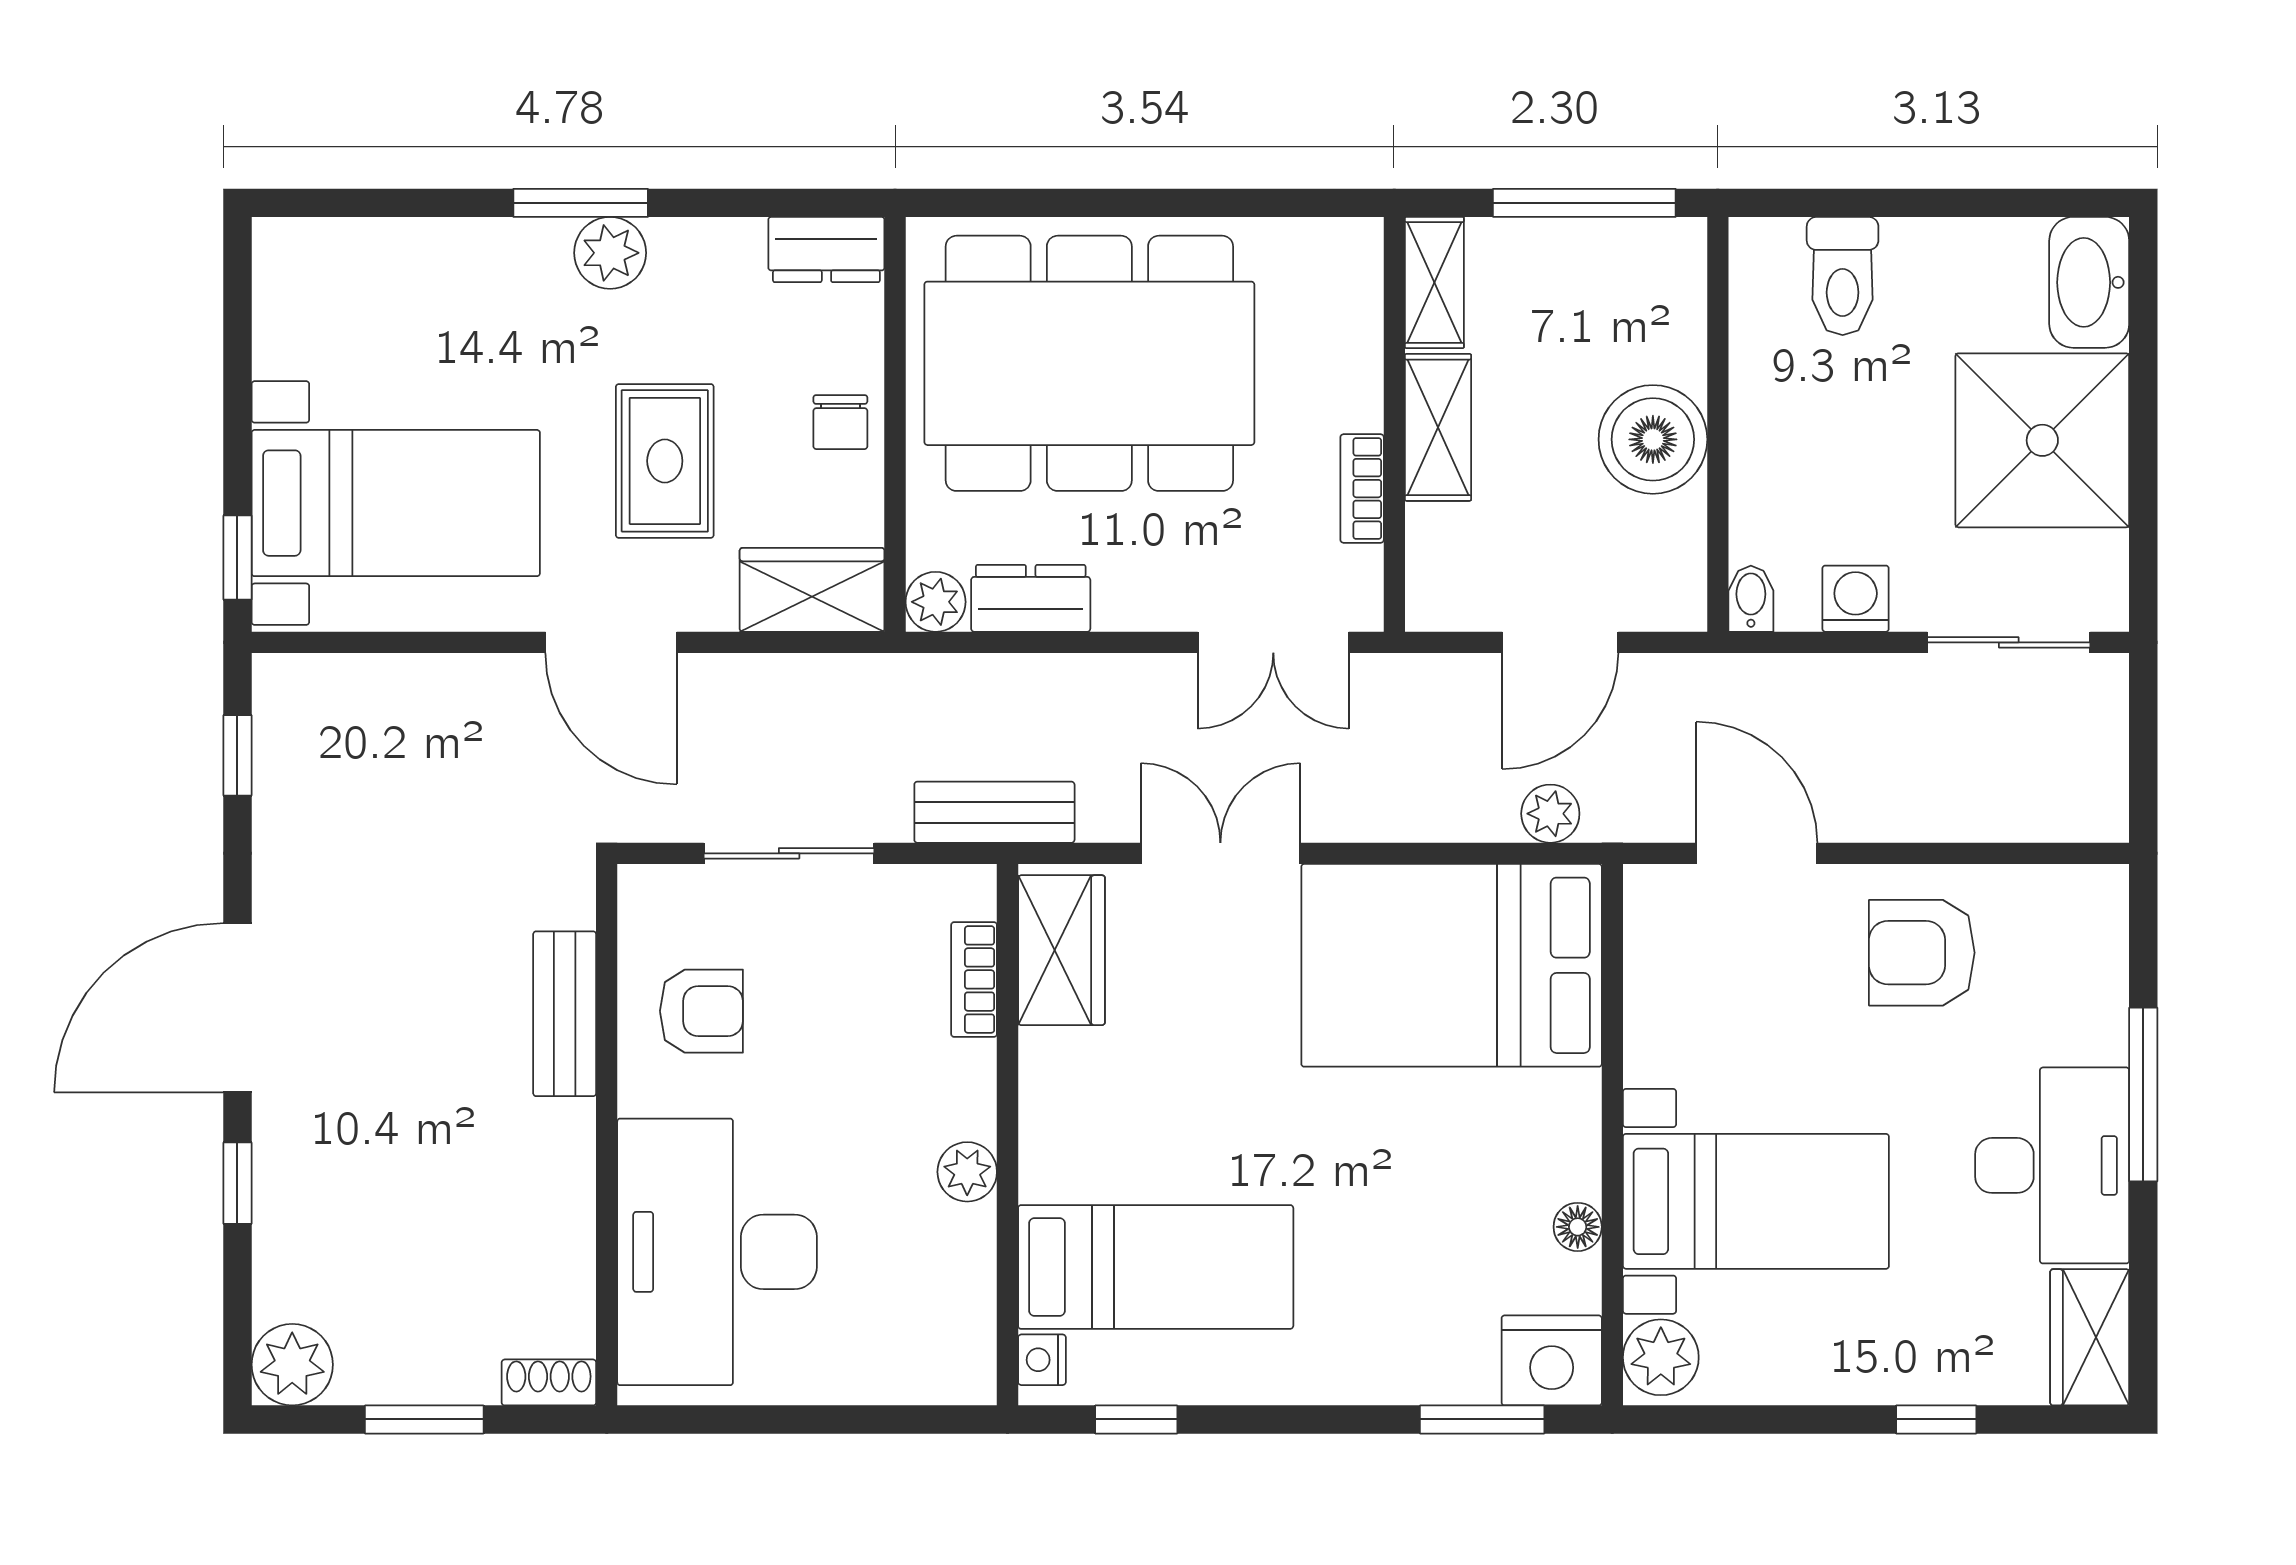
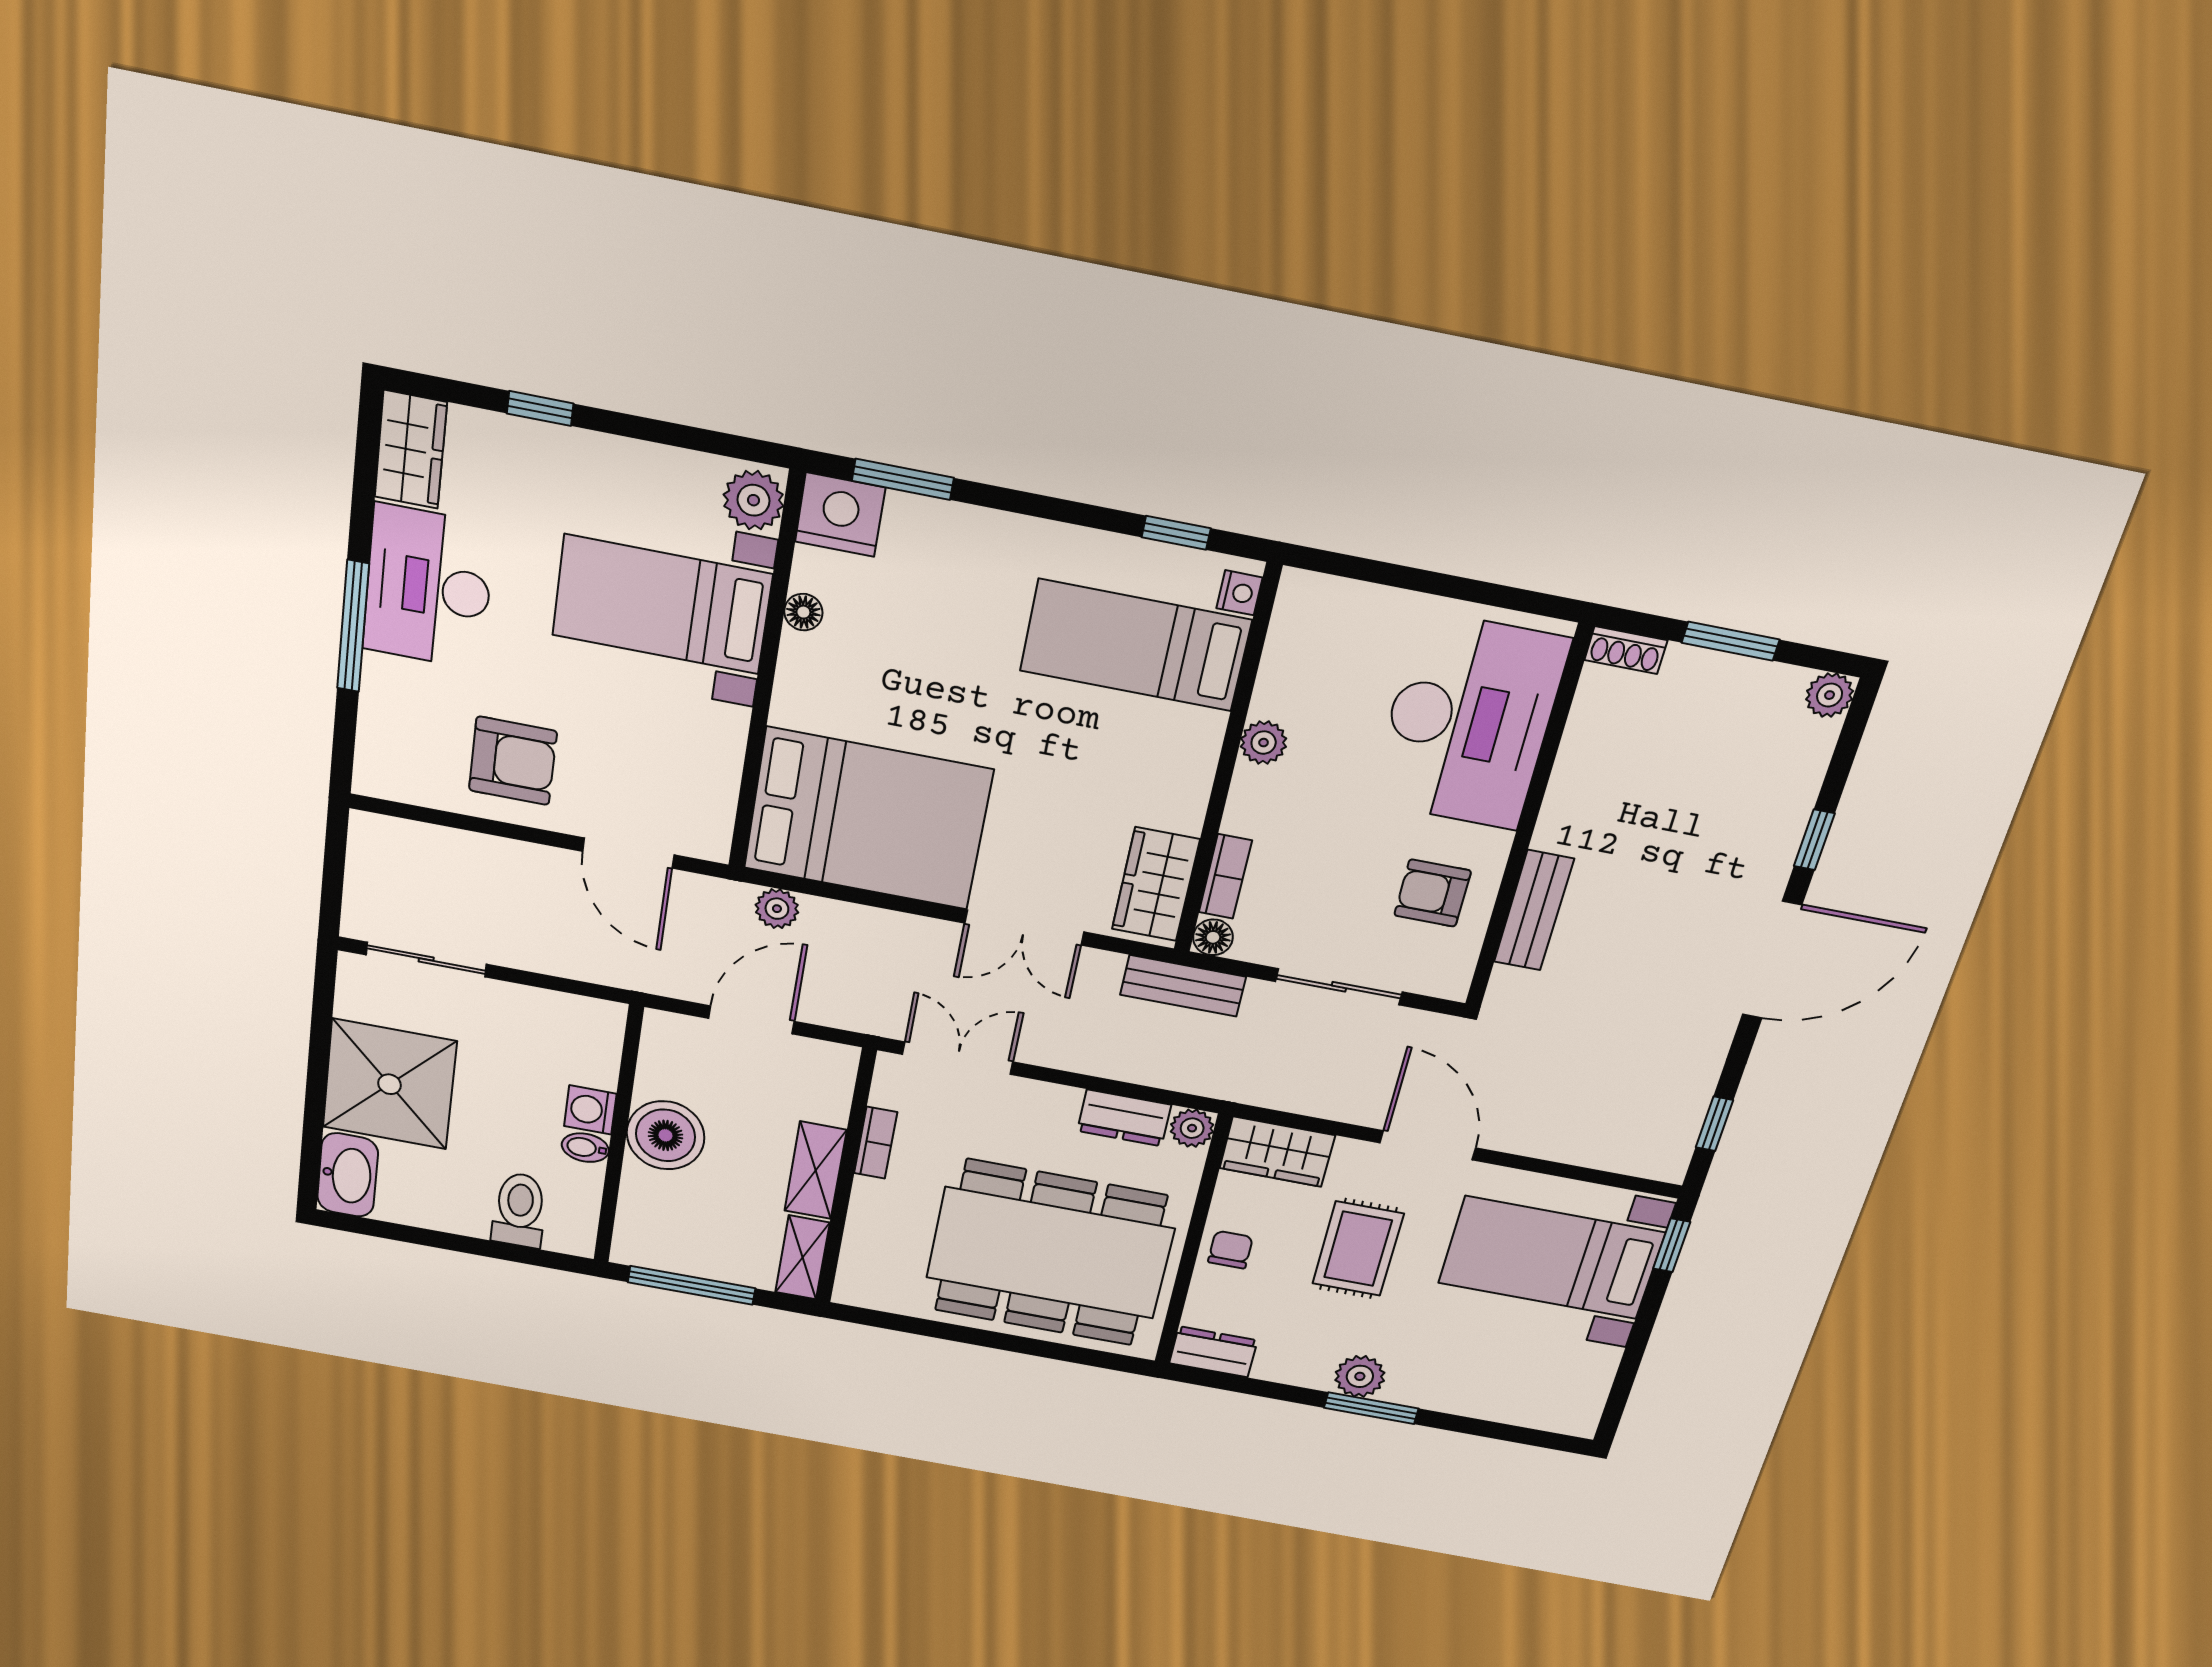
bidet: (1751, 599) -> (585, 1148), moved, turned 90
washing machine: (1856, 599) -> (590, 1110), moved, turned 90
floor lamp: (971, 890) -> (1213, 937), added
plant: (292, 1365) -> (1830, 695), width x0.73, depth x0.73

